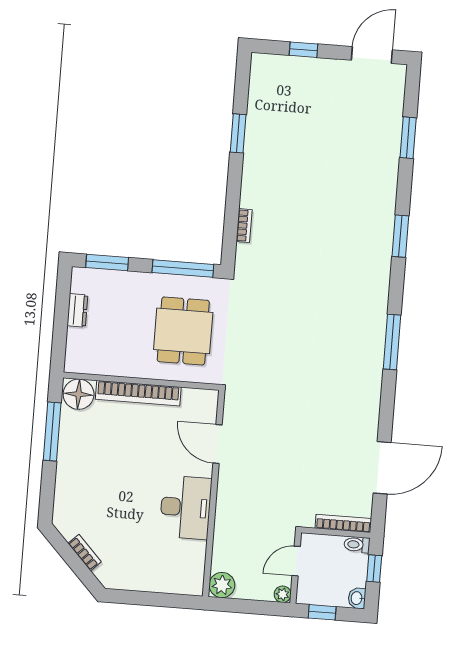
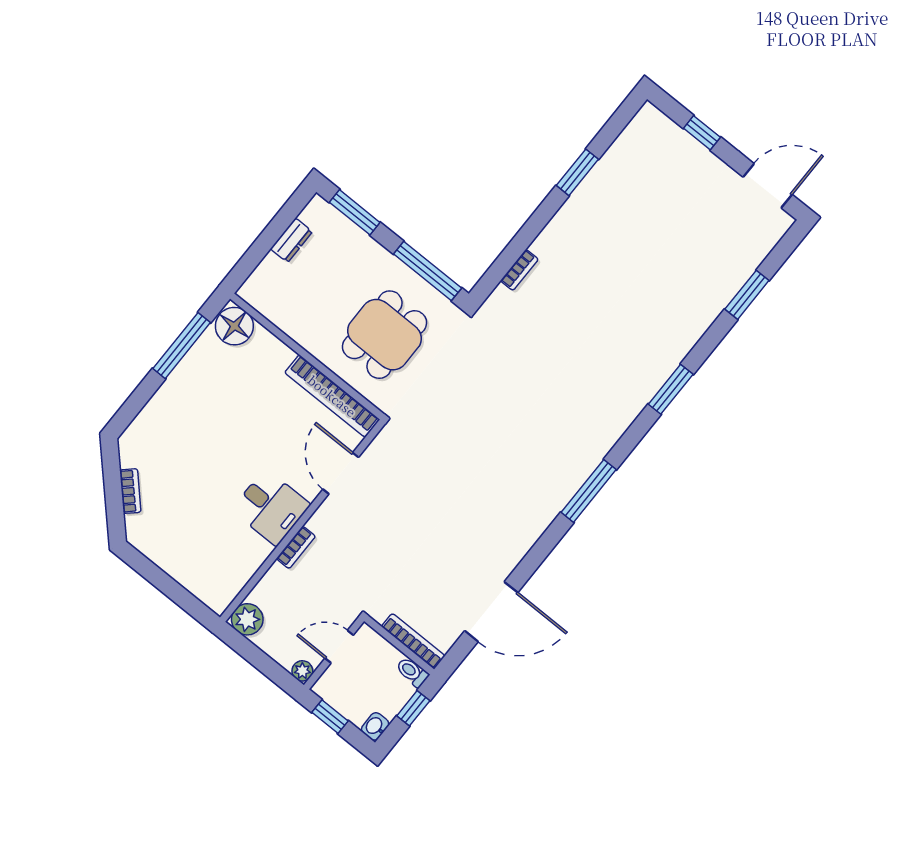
bookcase: (138, 393) -> (332, 396), moved
desk: (186, 507) -> (271, 507), width x0.73
bookcase: (222, 514) -> (296, 547), added

